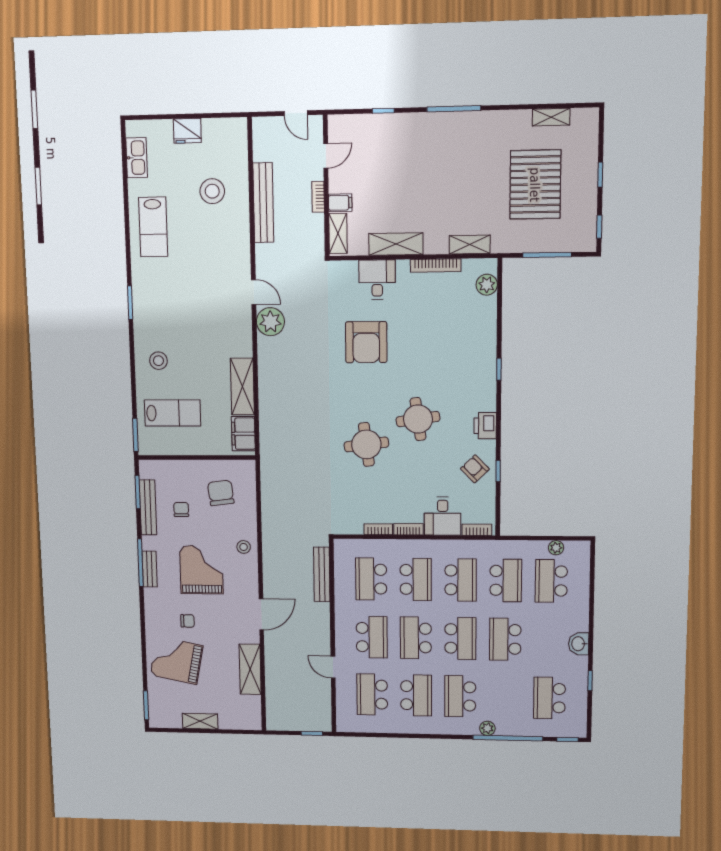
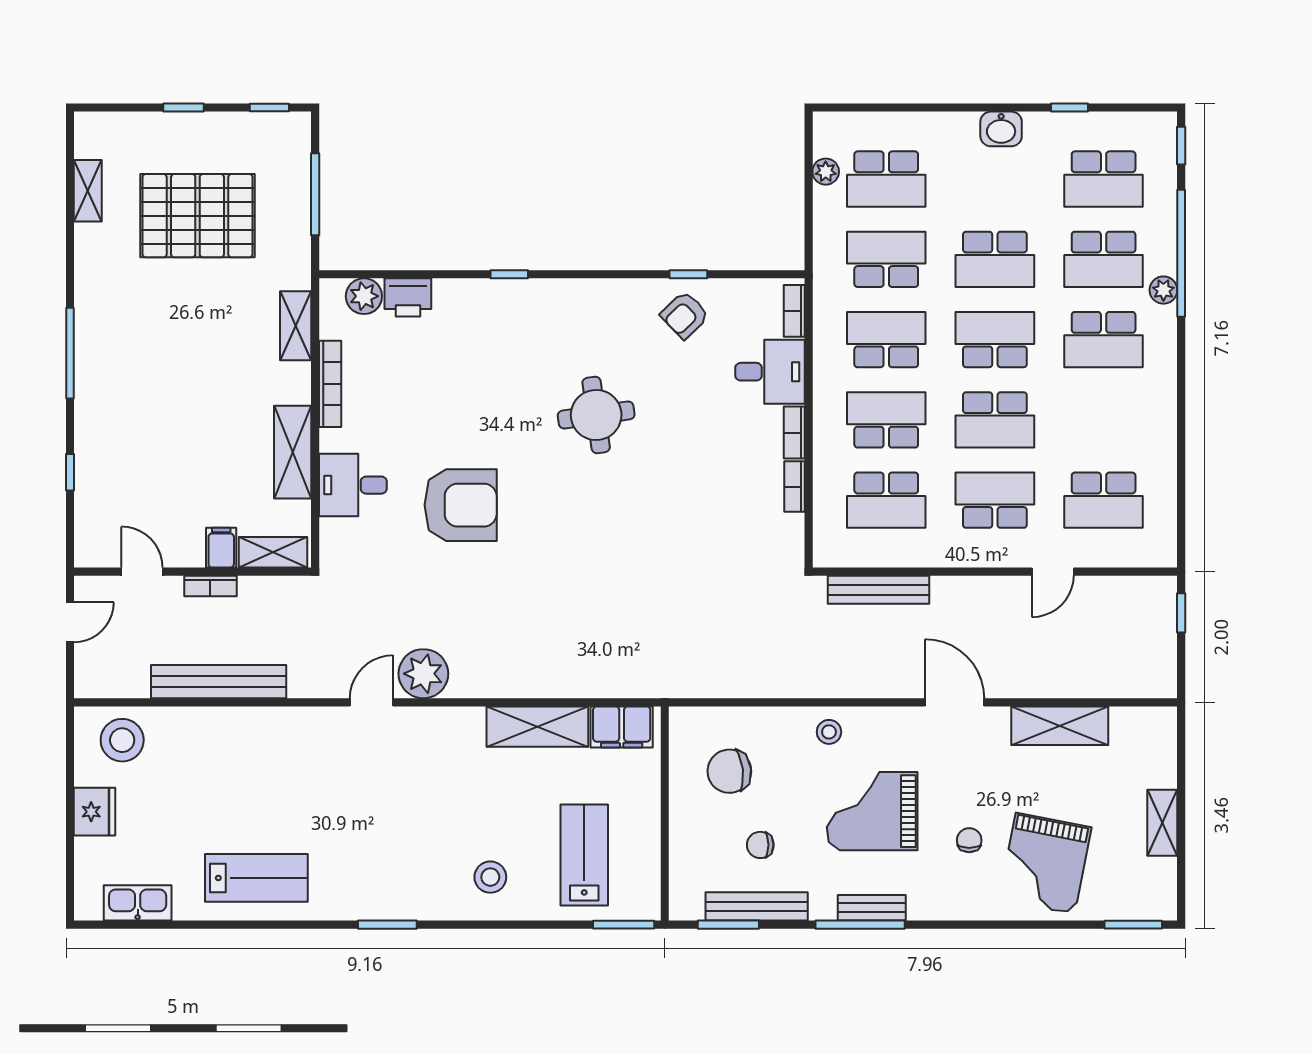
stool: (212, 191) -> (122, 740), moved
printer: (485, 426) -> (408, 297), moved
round table: (366, 444) -> (641, 506), removed
school desk: (416, 695) -> (1104, 259), moved, turned 180

